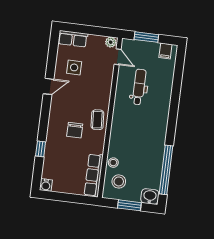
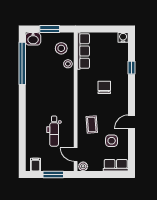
coffee table: (97, 120) -> (92, 124), moved

